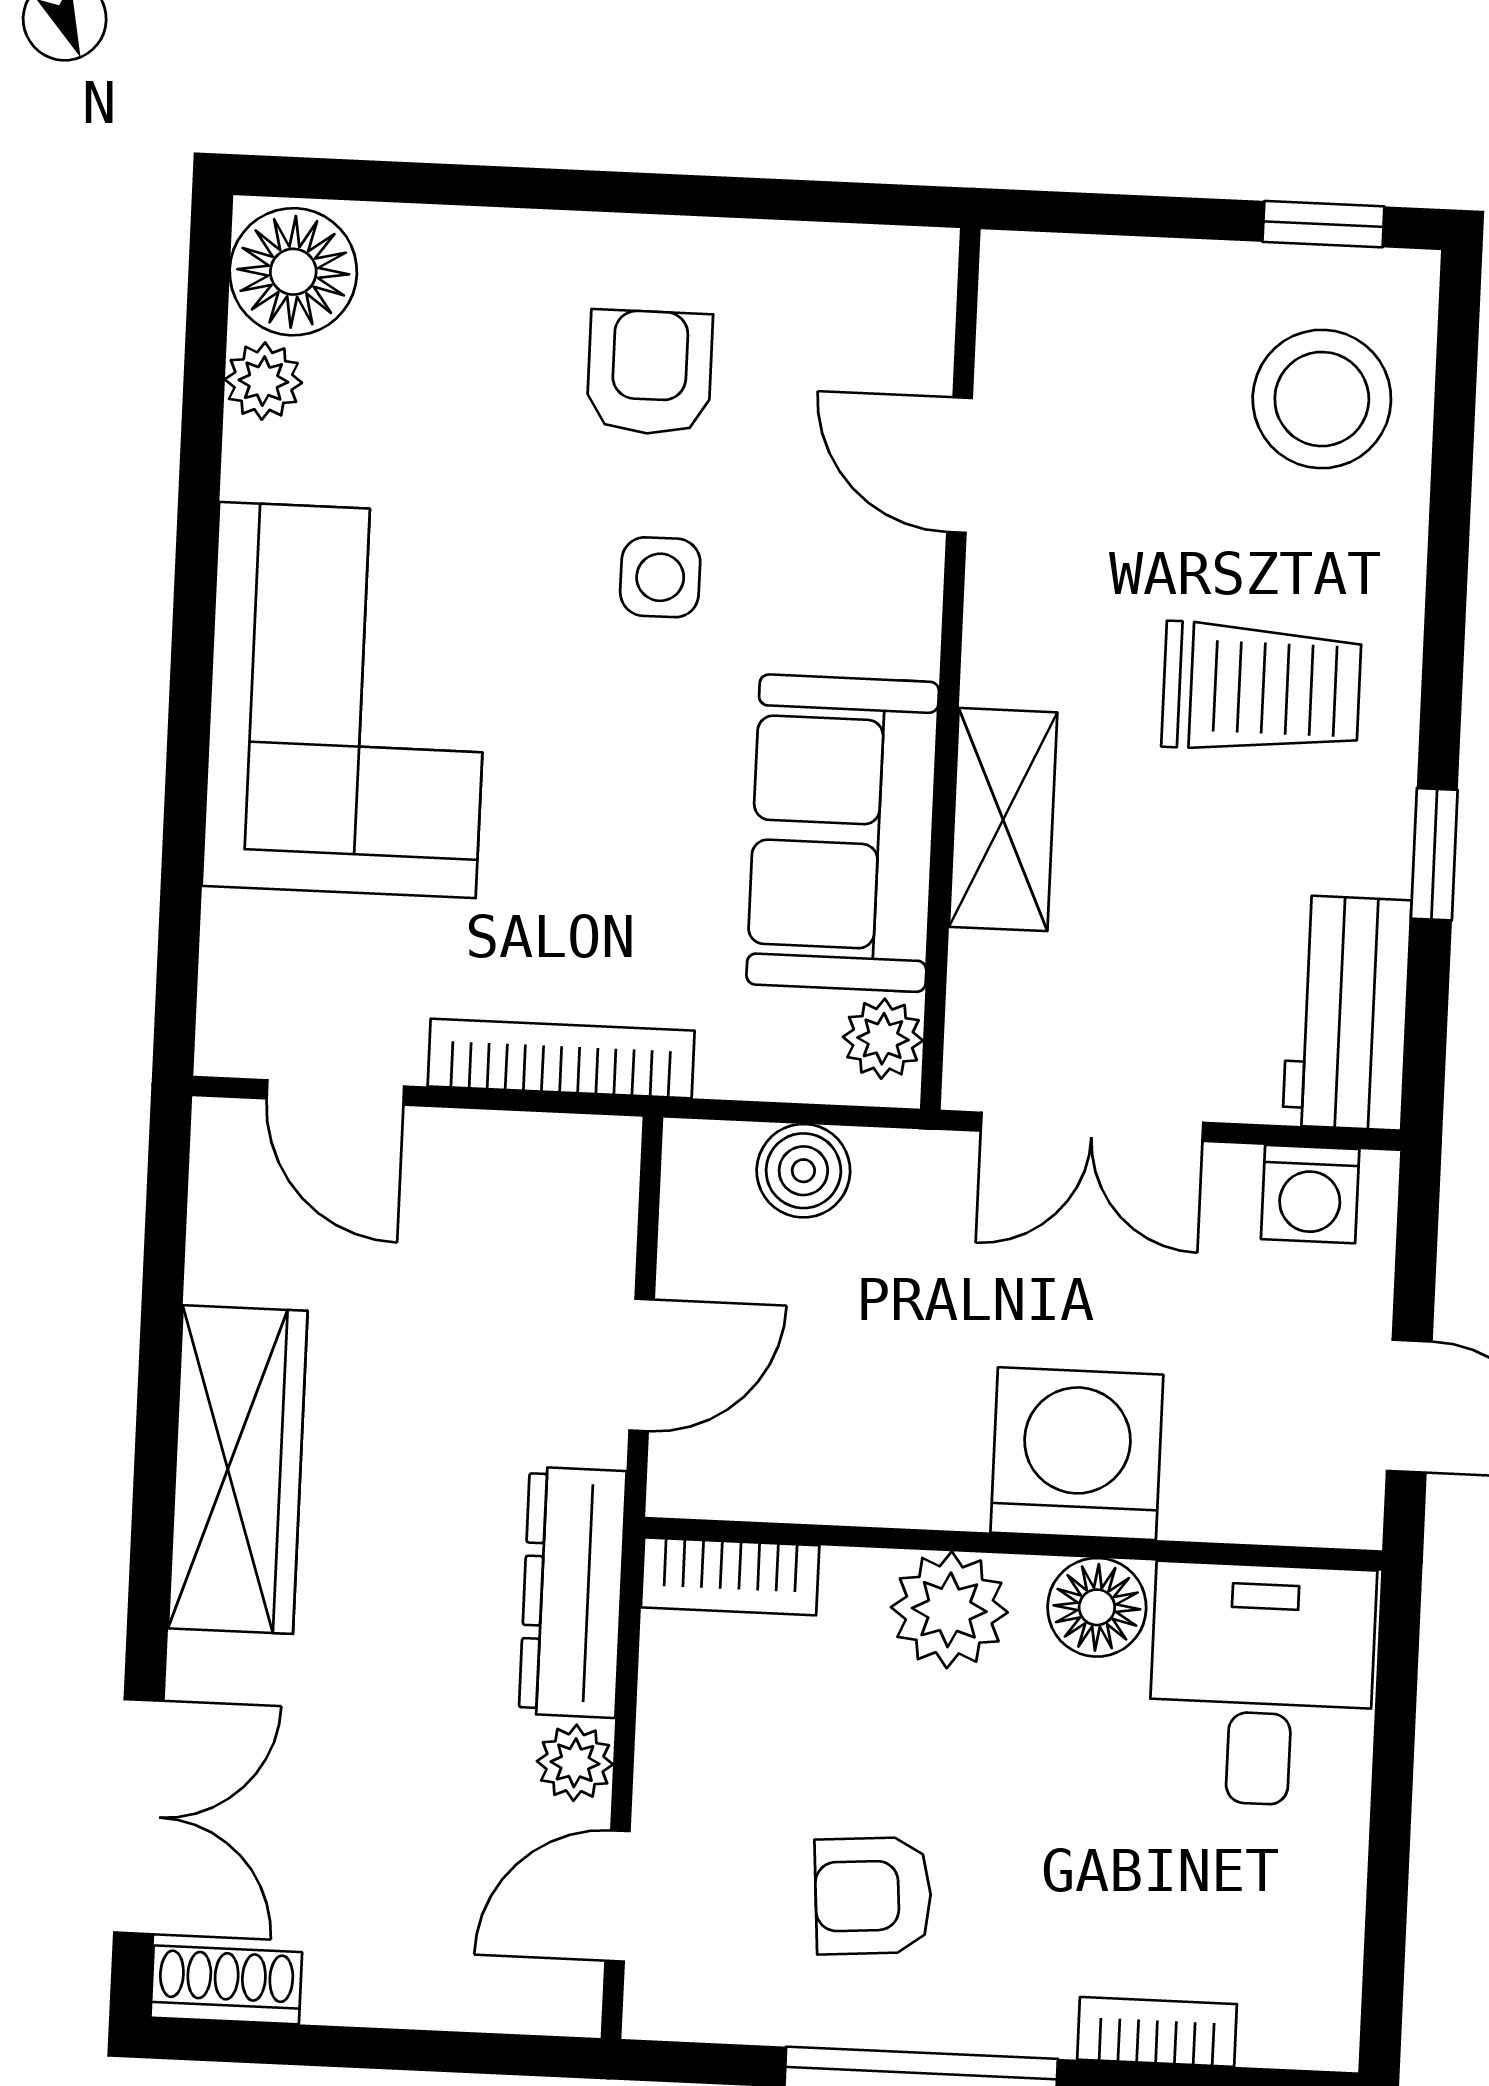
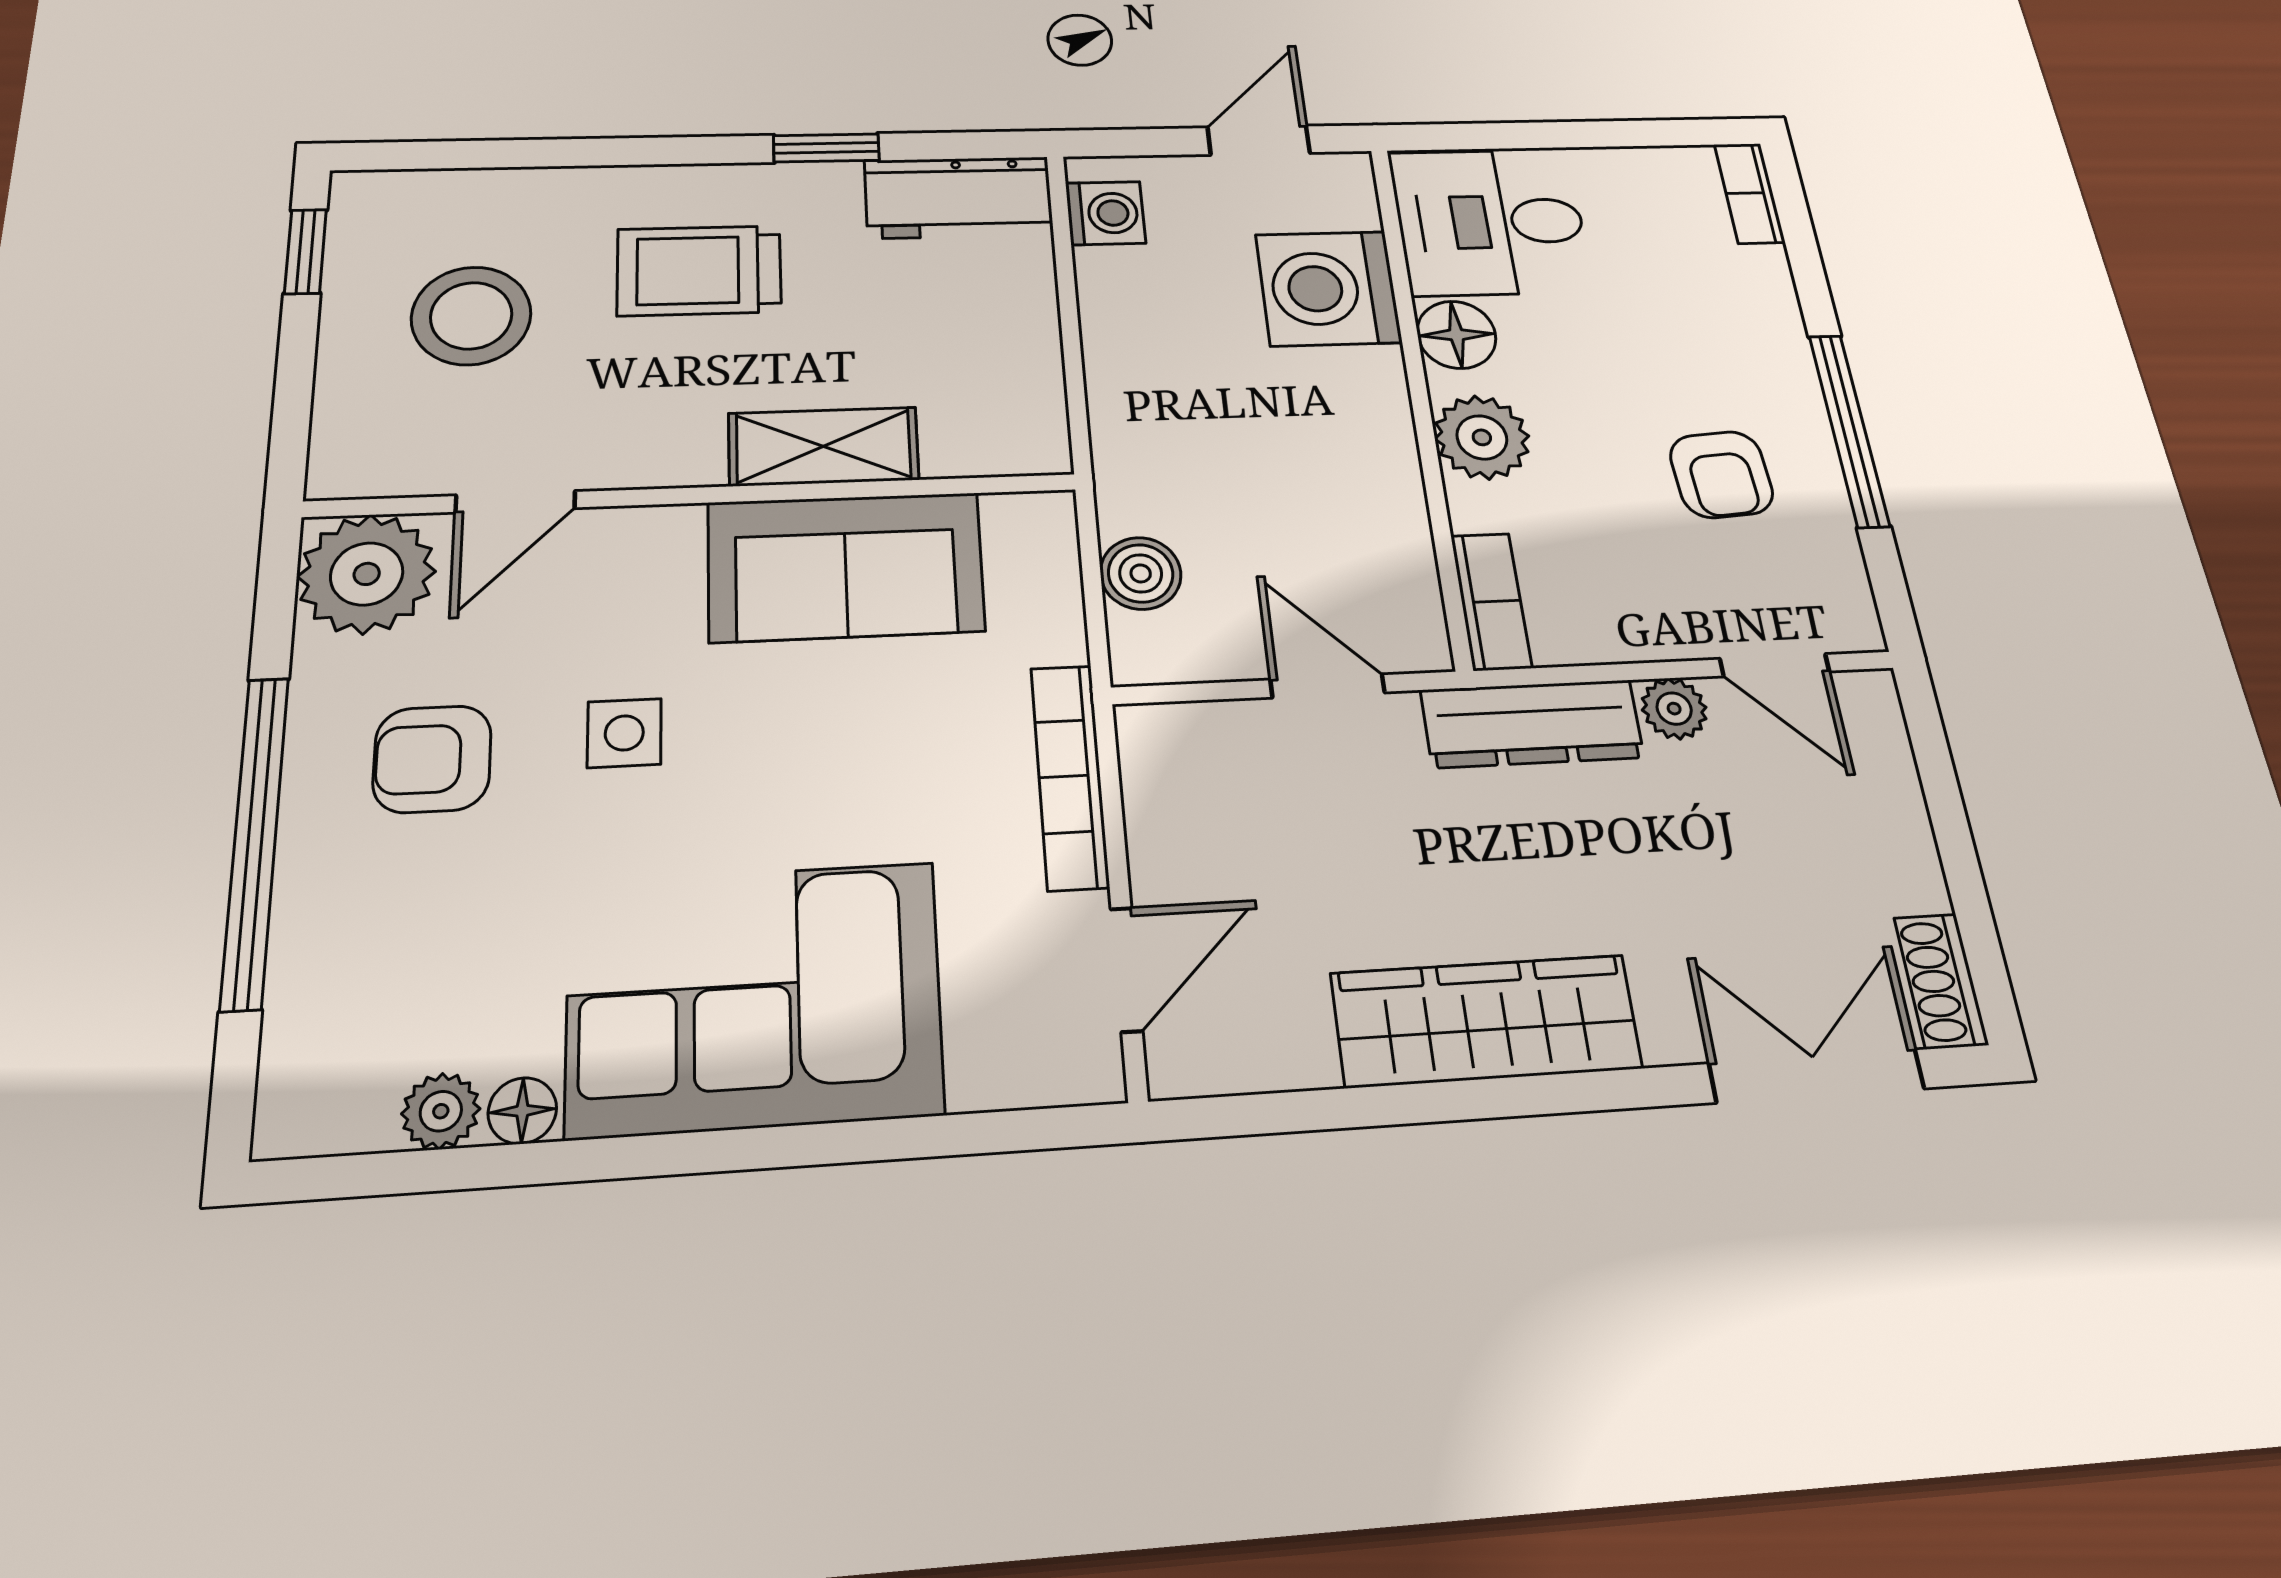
window: (575, 190) -> (255, 840), added
floor lamp: (293, 272) -> (522, 1111), moved, width x0.53, depth x0.53
stool: (1322, 399) -> (471, 316), moved
trolley: (1262, 688) -> (699, 270), turned -90
plant: (883, 1039) -> (367, 574), moved, width x1.87, depth x1.87
double door: (1092, 1127) -> (1073, 364), removed
washing machine: (1077, 1454) -> (1328, 288), moved
bookcase: (1157, 2032) -> (1749, 193), moved

